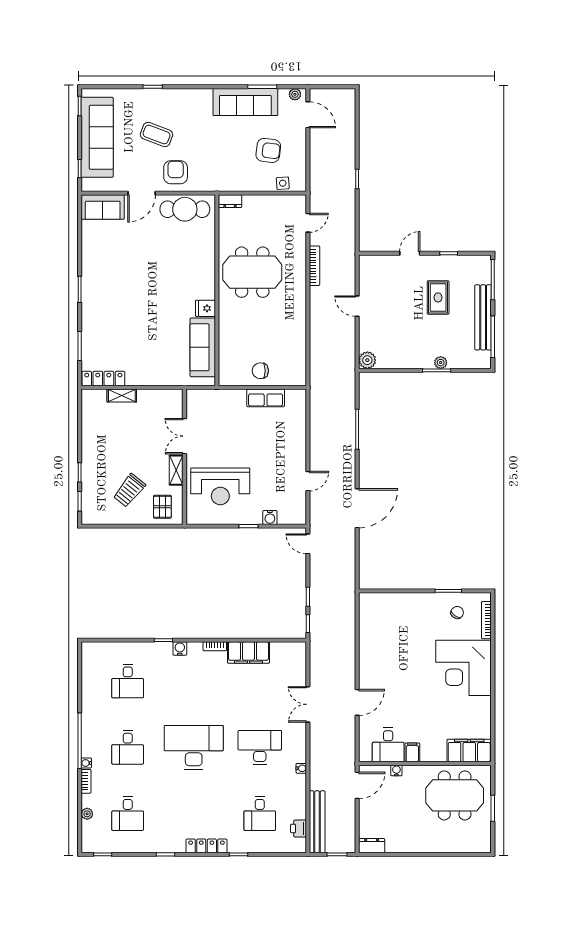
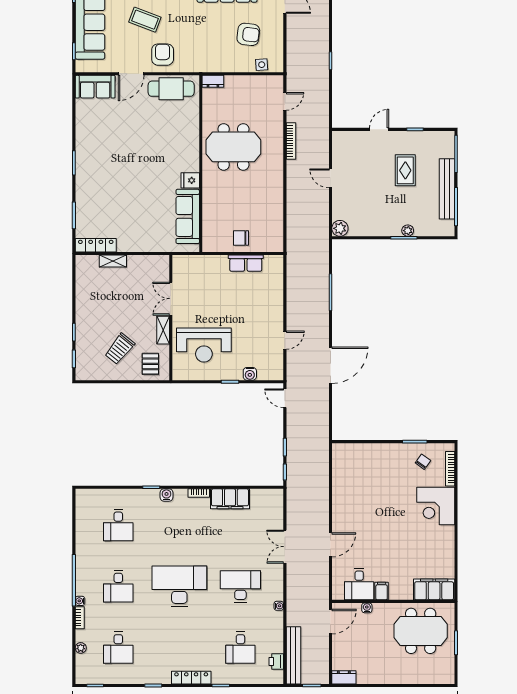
corner desk: (464, 668) -> (436, 506), width x0.74, depth x0.74

